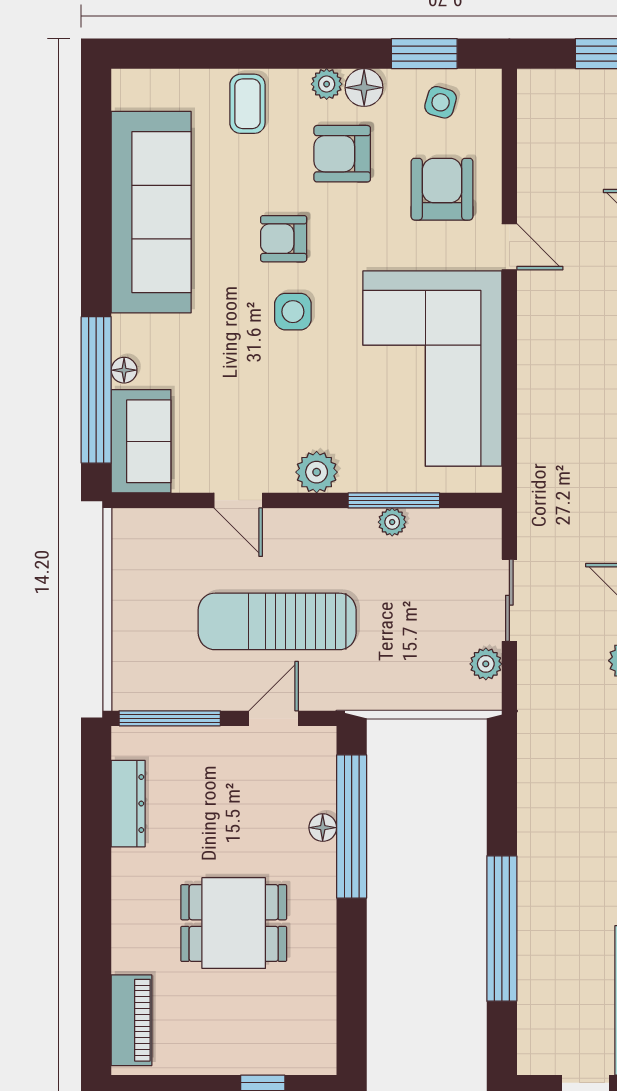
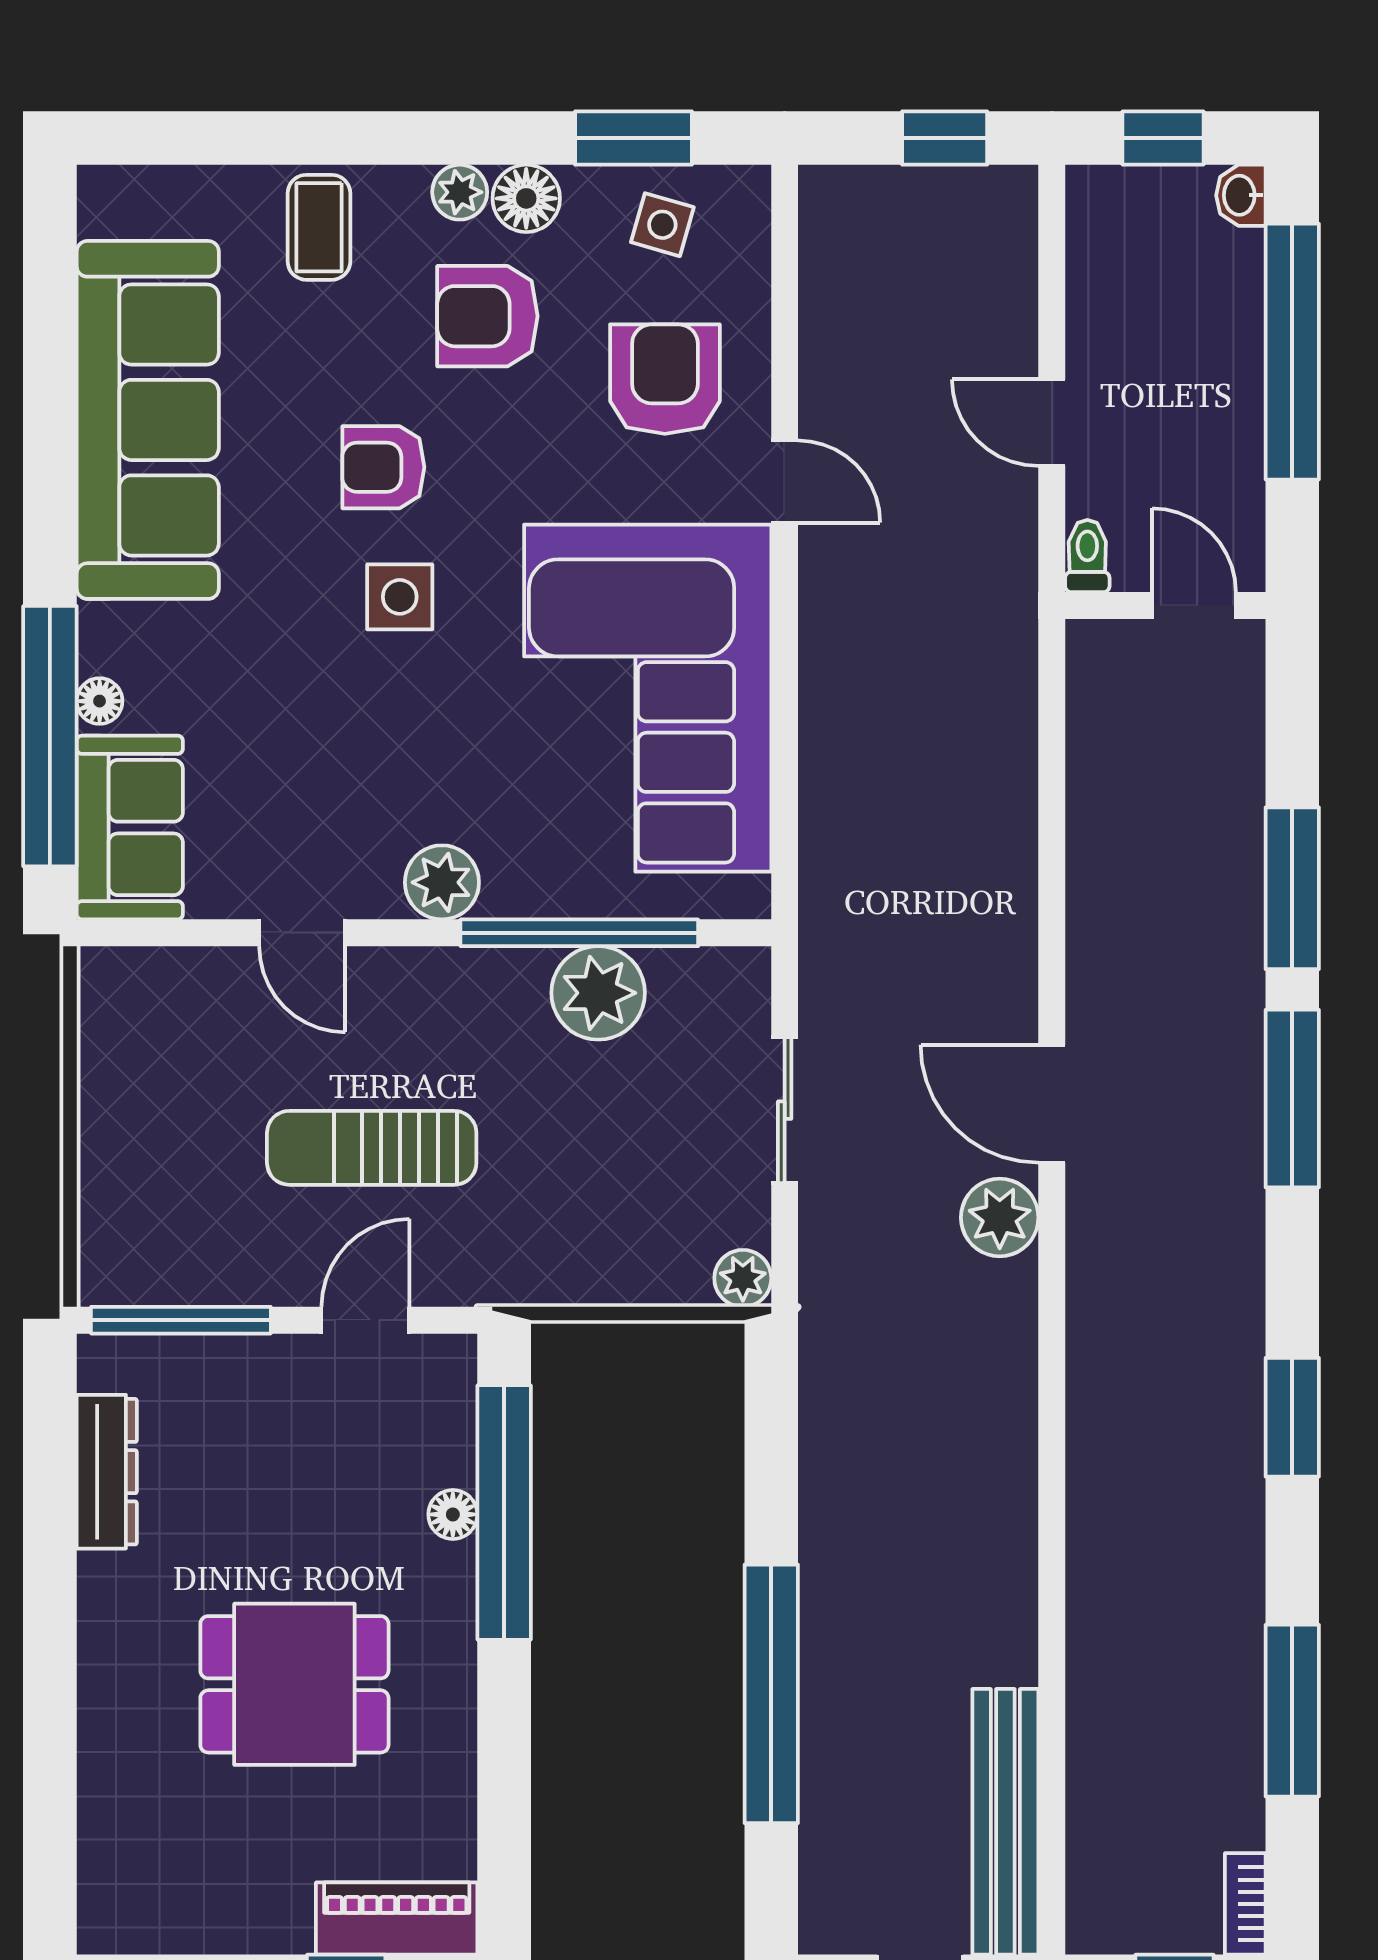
window: (394, 500) -> (579, 933), width x1.46
plant: (392, 522) -> (598, 993), width x1.88, depth x1.88
sun lounger: (277, 621) -> (372, 1148), width x0.73, depth x0.75
plant: (486, 664) -> (743, 1278), moved
piano: (131, 1020) -> (397, 1919), moved, turned -90

